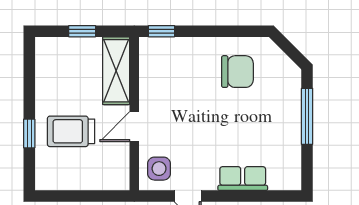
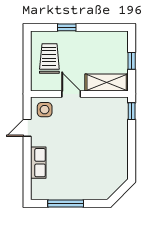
chair: (237, 72) -> (106, 159), removed
window: (307, 116) -> (66, 203), moved
trolley: (71, 131) -> (49, 59), moved

